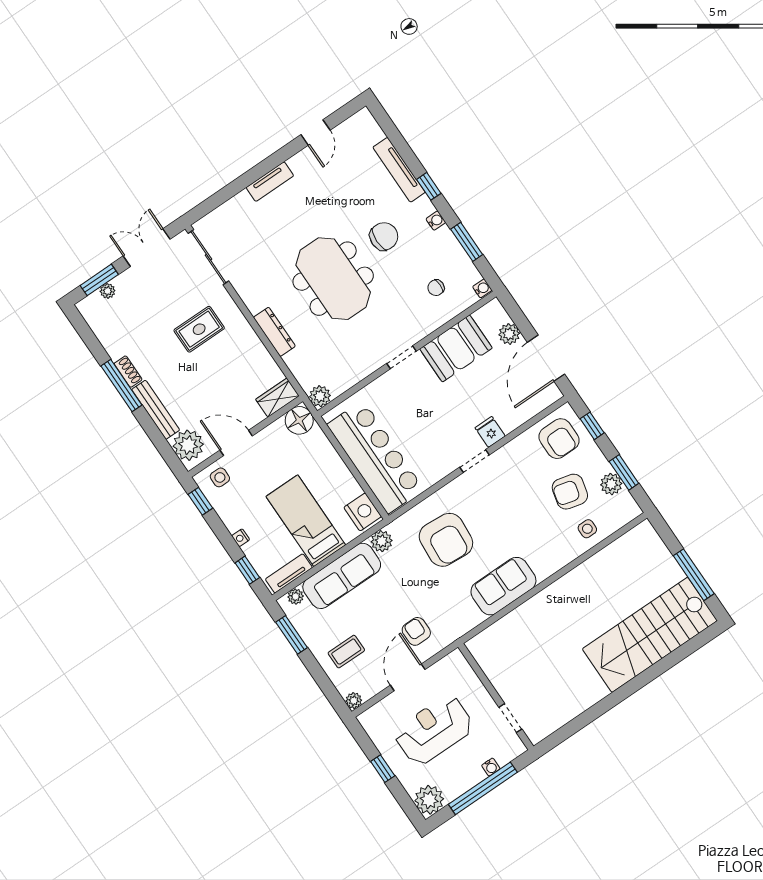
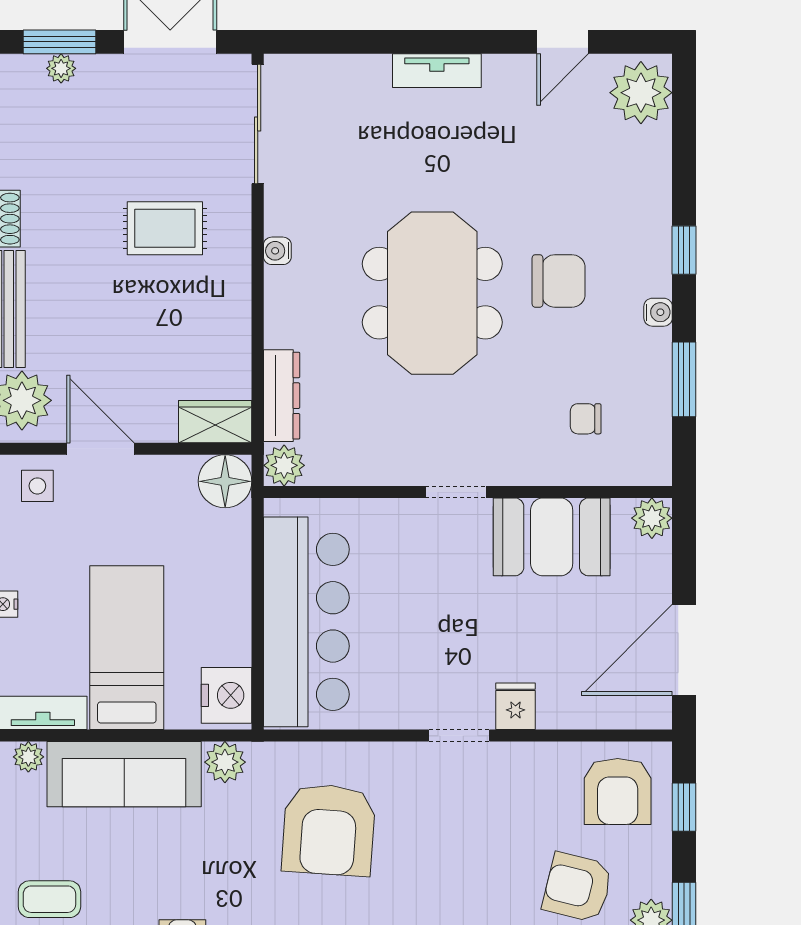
plant: (364, 131) -> (641, 93), added
tv unit: (399, 170) -> (655, 192), removed
water cooler: (482, 288) -> (277, 251), moved, turned 180
dresser: (274, 332) -> (282, 396), moved
plant: (509, 334) -> (652, 518), moved

